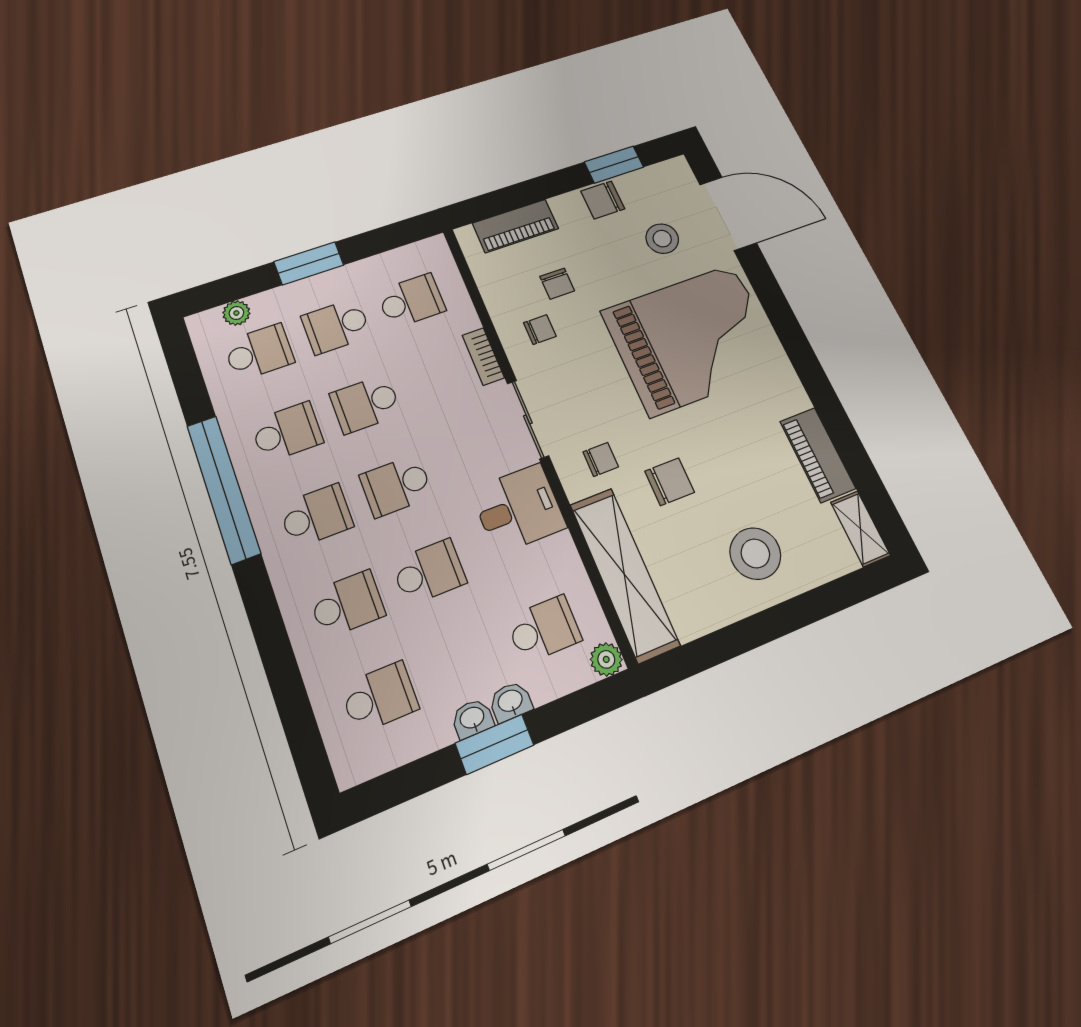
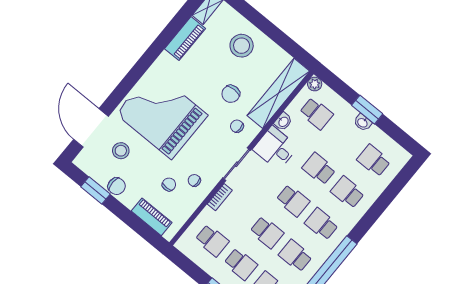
school desk: (411, 301) -> (212, 240), turned 180
chair: (670, 482) -> (231, 94), turned -90
school desk: (544, 629) -> (316, 113), turned 180
washbasin: (510, 702) -> (283, 122), moved, turned -90

